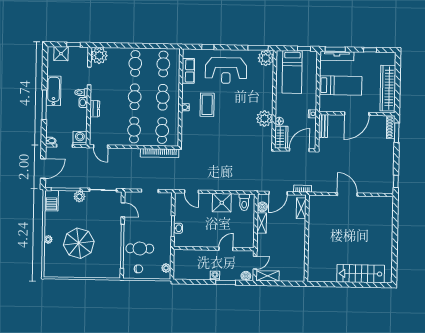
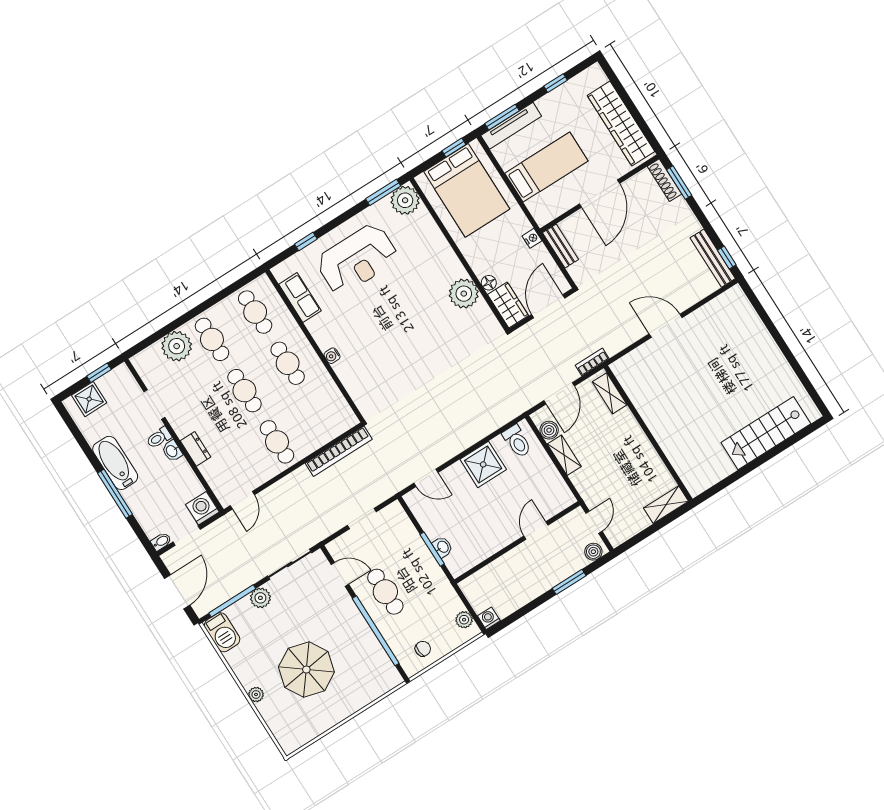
plant: (99, 56) -> (177, 346), moved
bed: (292, 72) -> (467, 190), width x1.50
coffee table: (207, 105) -> (363, 330), removed
cafe table: (162, 131) -> (320, 414), removed
door: (101, 146) -> (242, 500), hinge flipped
bench: (389, 178) -> (713, 258), added
cafe table: (140, 248) -> (385, 592), moved, turned 90
washing machine: (215, 276) -> (489, 618), moved
shelving: (268, 276) -> (666, 505), moved

